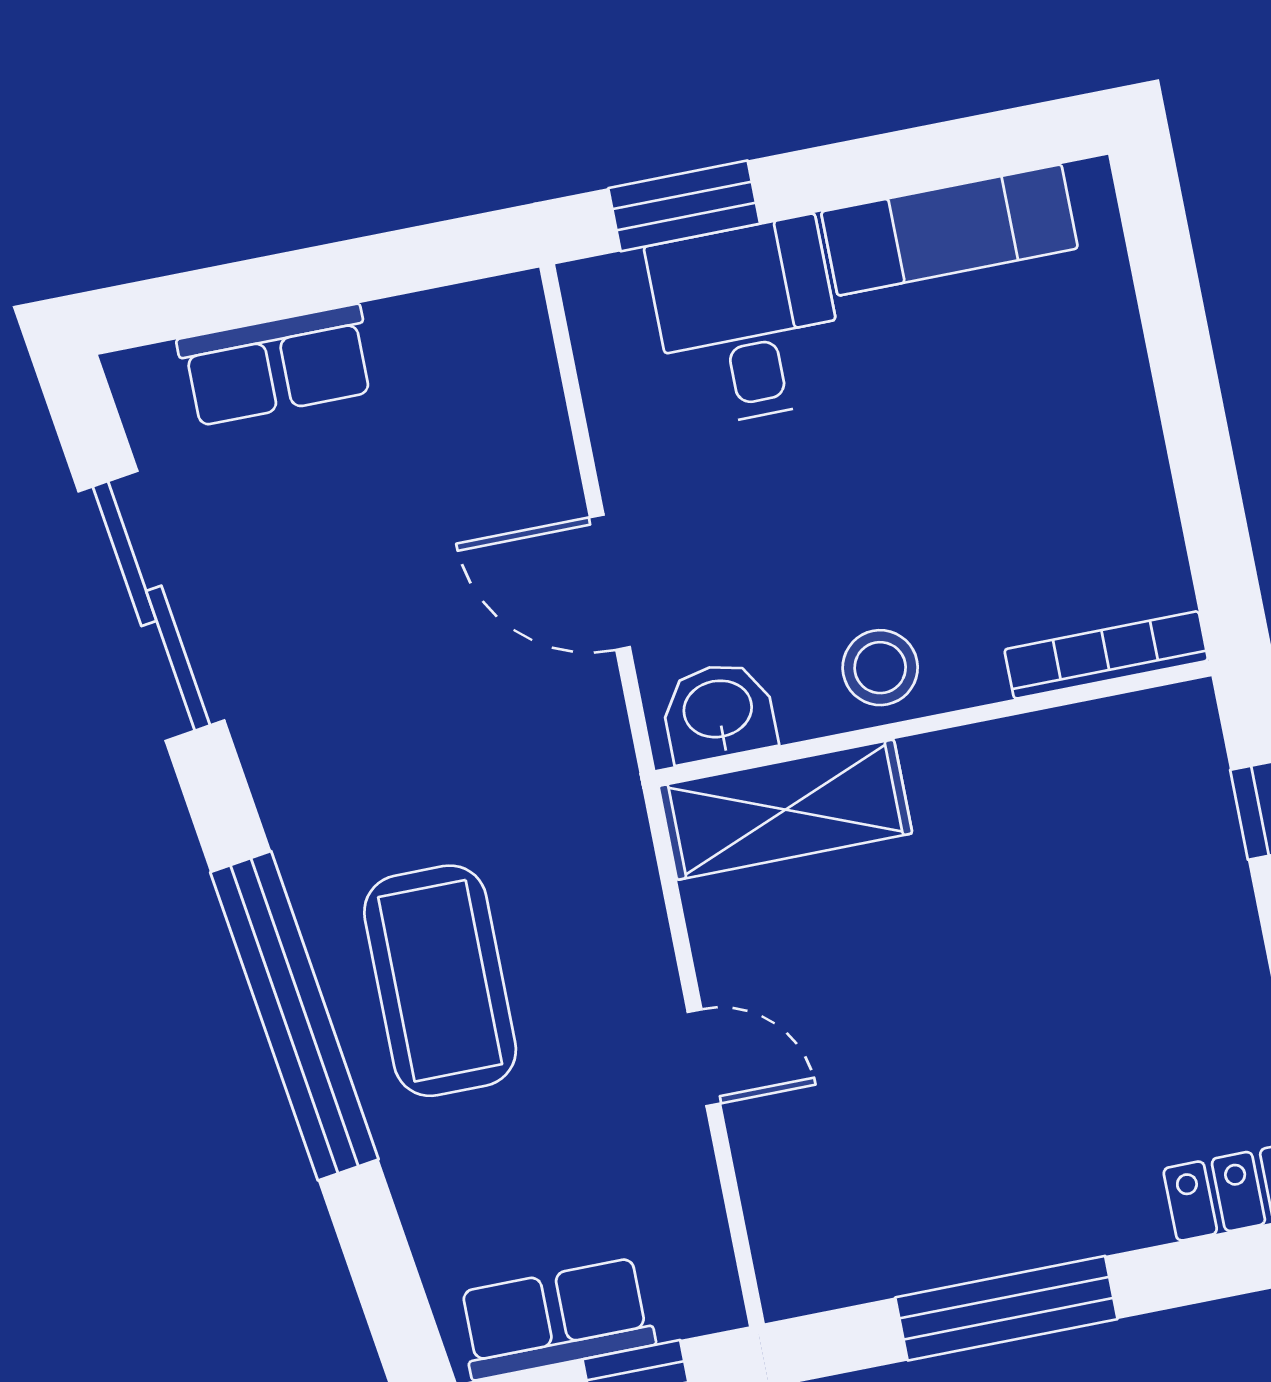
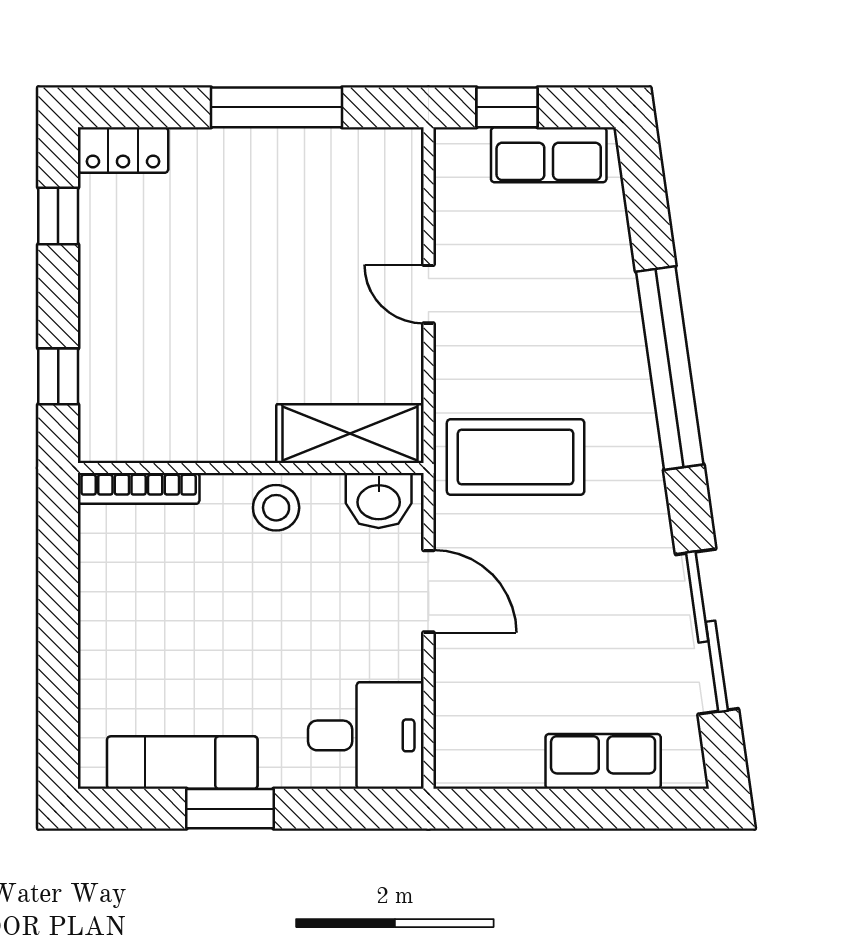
window: (684, 206) -> (230, 809), moved
desk: (747, 322) -> (366, 735), moved, turned -90
coffee table: (440, 981) -> (516, 457), moved, turned 90

